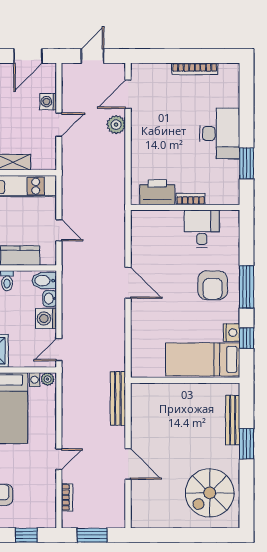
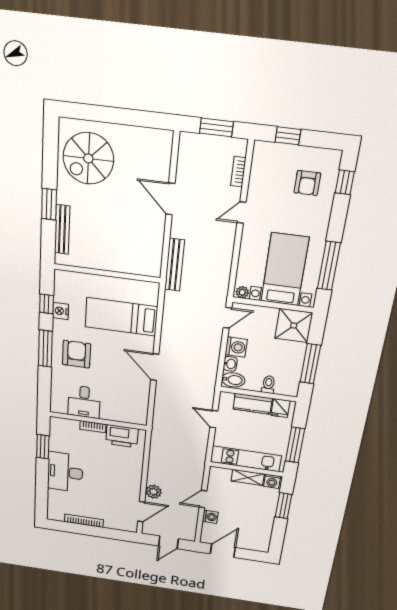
bed: (203, 359) -> (121, 317), moved, turned 180
spiral stairs: (210, 493) -> (88, 158), turned 180

